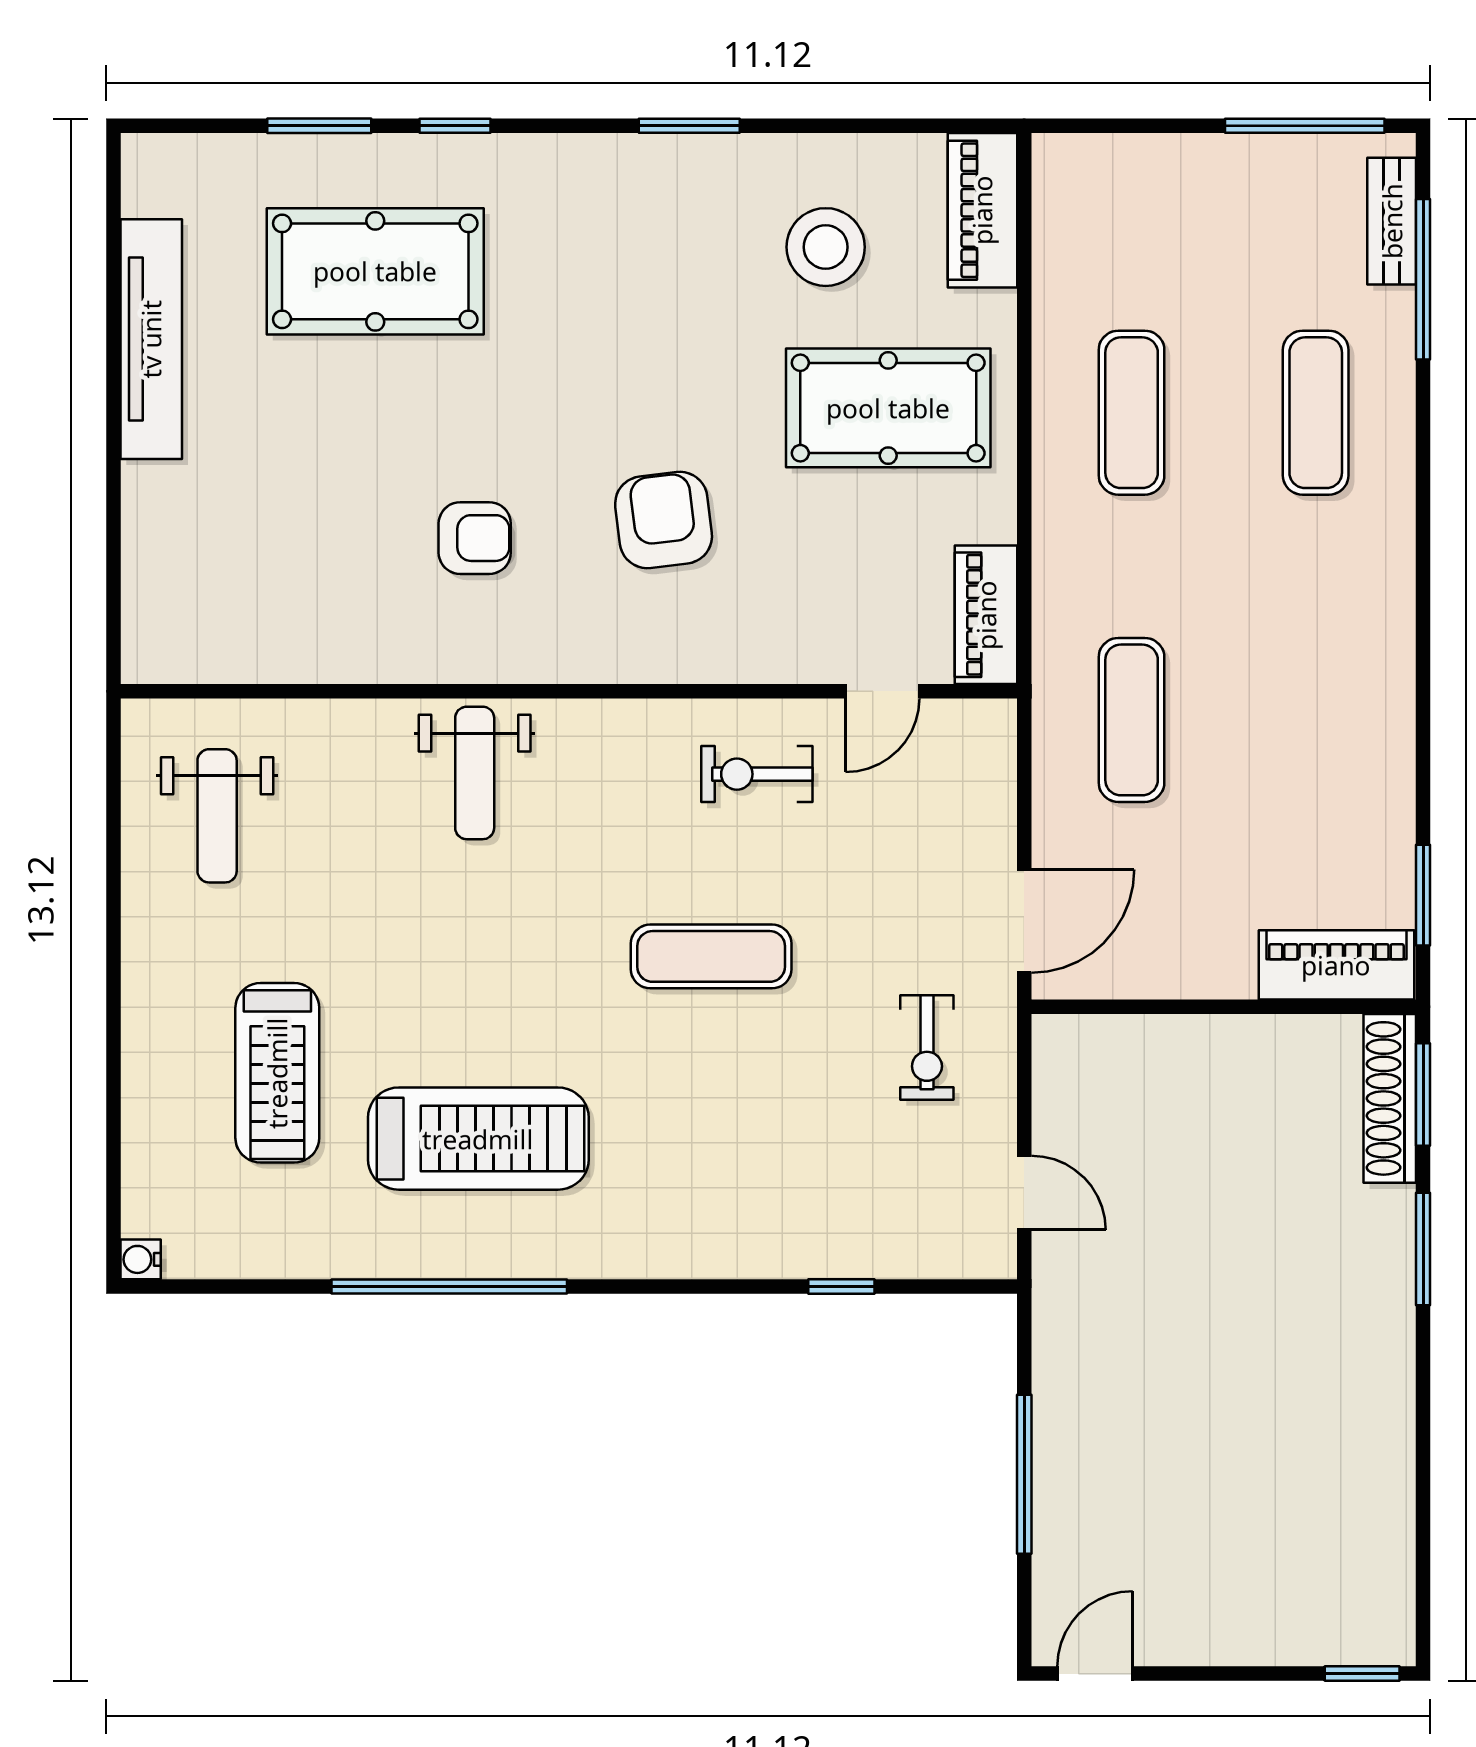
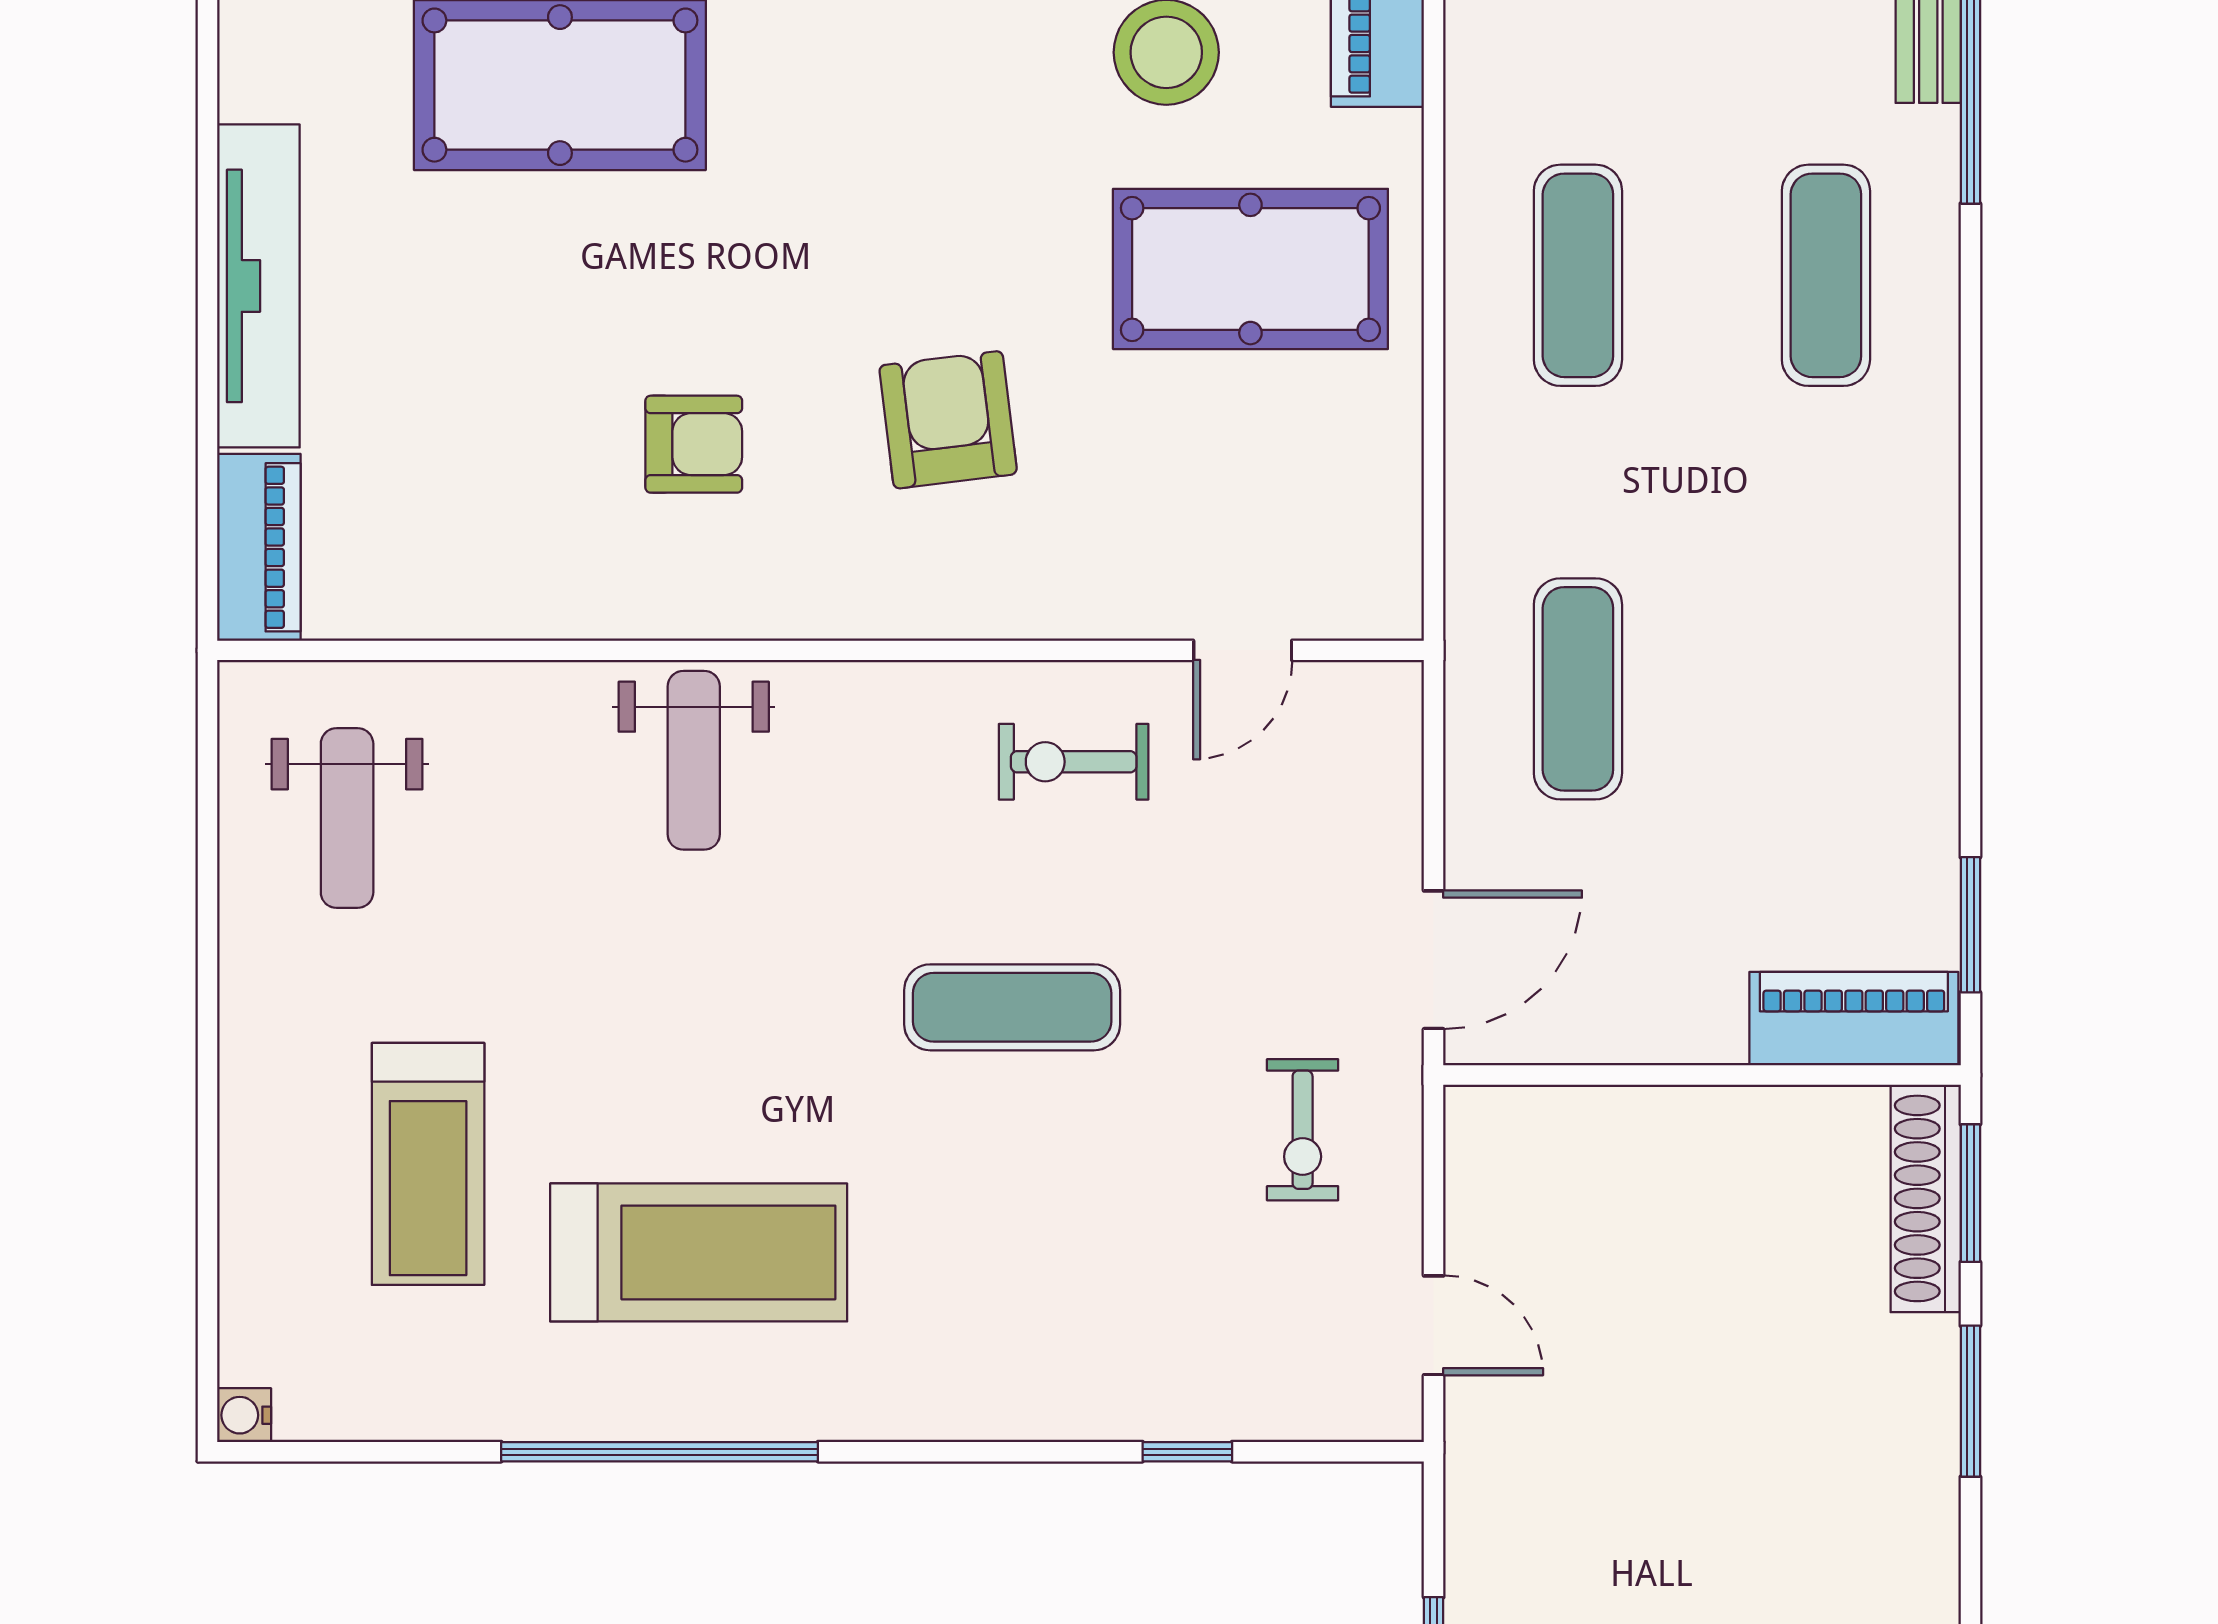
tv unit: (151, 339) -> (258, 286), moved
piano: (986, 615) -> (259, 547), moved, turned 180

